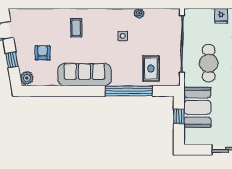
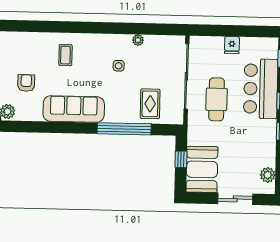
booth: (197, 107) -> (202, 169), moved

